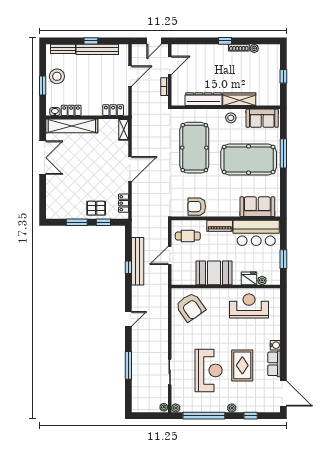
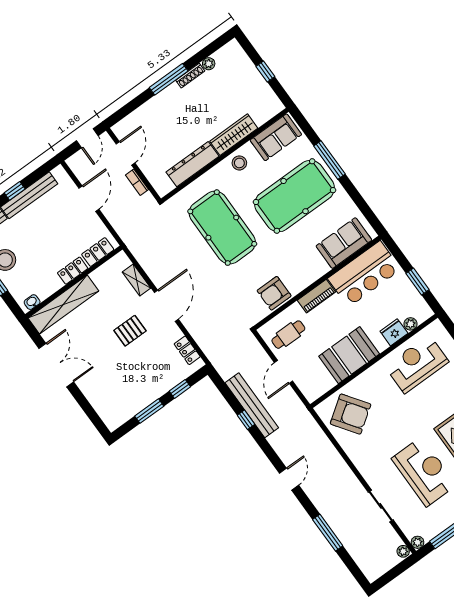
window: (225, 41) -> (169, 79), width x2.17
locker: (71, 110) -> (73, 271), moved
shelving: (124, 130) -> (136, 280), moved
pallet: (96, 208) -> (130, 331), moved

